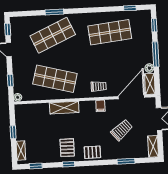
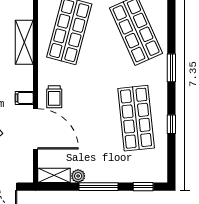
window: (130, 8) -> (171, 124), moved
window: (54, 12) -> (171, 68), moved
door: (131, 97) -> (35, 129), moved

